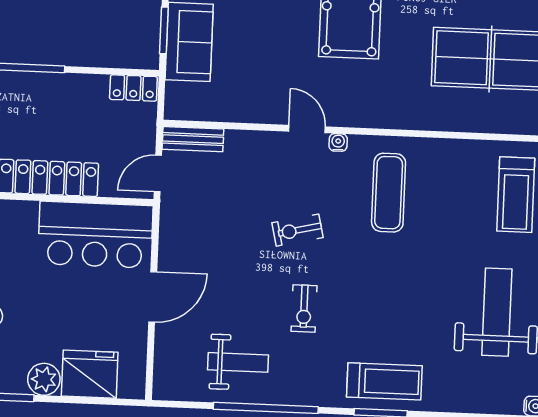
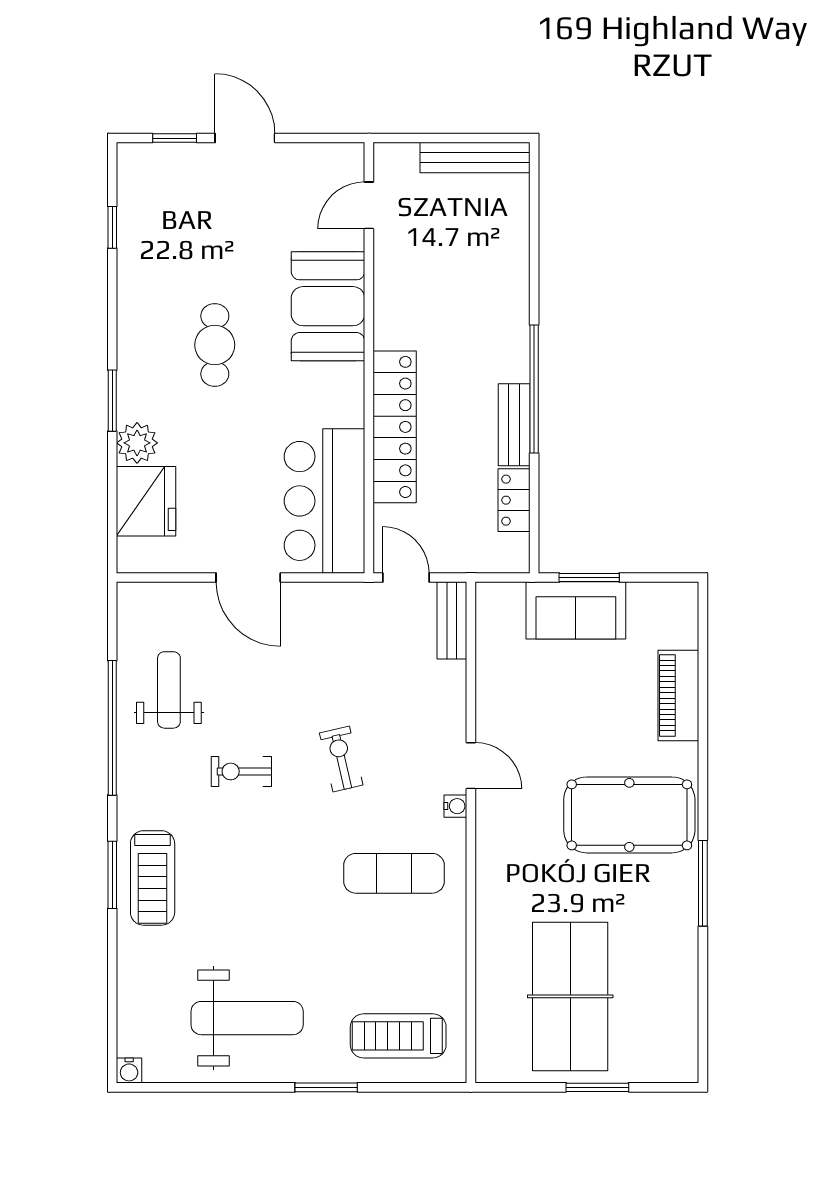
bench: (42, 84) -> (514, 425), added
locker: (133, 88) -> (514, 500), moved
door: (307, 129) -> (471, 766), hinge flipped
weight bench: (238, 362) -> (169, 690), turned 180

